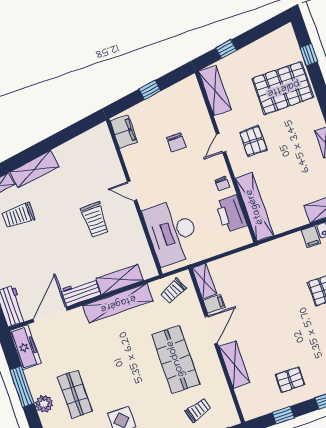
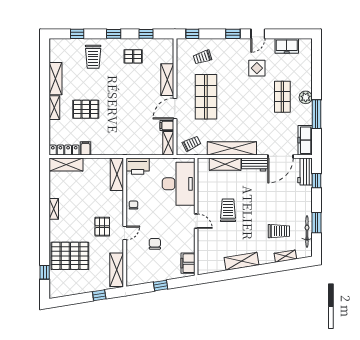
shelving: (34, 169) -> (241, 261), moved
shelving: (255, 207) -> (117, 174), width x0.68
printer: (231, 214) -> (138, 166), moved, turned 90

